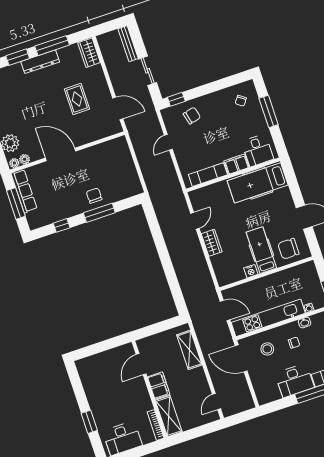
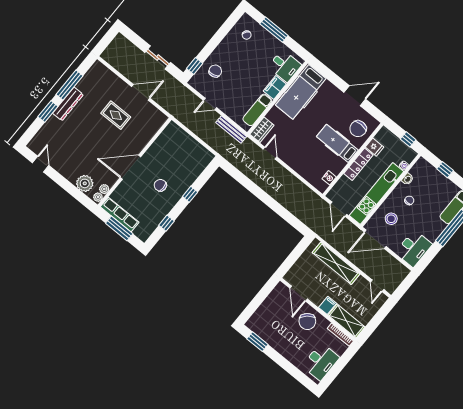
bench: (128, 44) -> (231, 130), moved
wardrobe: (89, 53) -> (102, 72), removed
door: (118, 108) -> (141, 92), moved
door: (168, 142) -> (210, 104), hinge flipped
chair: (94, 196) -> (160, 185), moved
window: (99, 213) -> (190, 194), width x0.46
wardrobe: (212, 243) -> (262, 130), moved, turned 90
nightstand: (251, 271) -> (329, 178), moved
fridge: (293, 275) -> (374, 147), added
locker: (268, 281) -> (358, 164), added
door: (225, 310) -> (339, 209), swing flipped
shelving: (189, 350) -> (336, 263), width x1.47
desk: (295, 380) -> (414, 248), moved
filing cabinet: (159, 386) -> (327, 305), width x0.50
chair: (133, 394) -> (307, 321), added
window: (89, 422) -> (257, 342), moved

